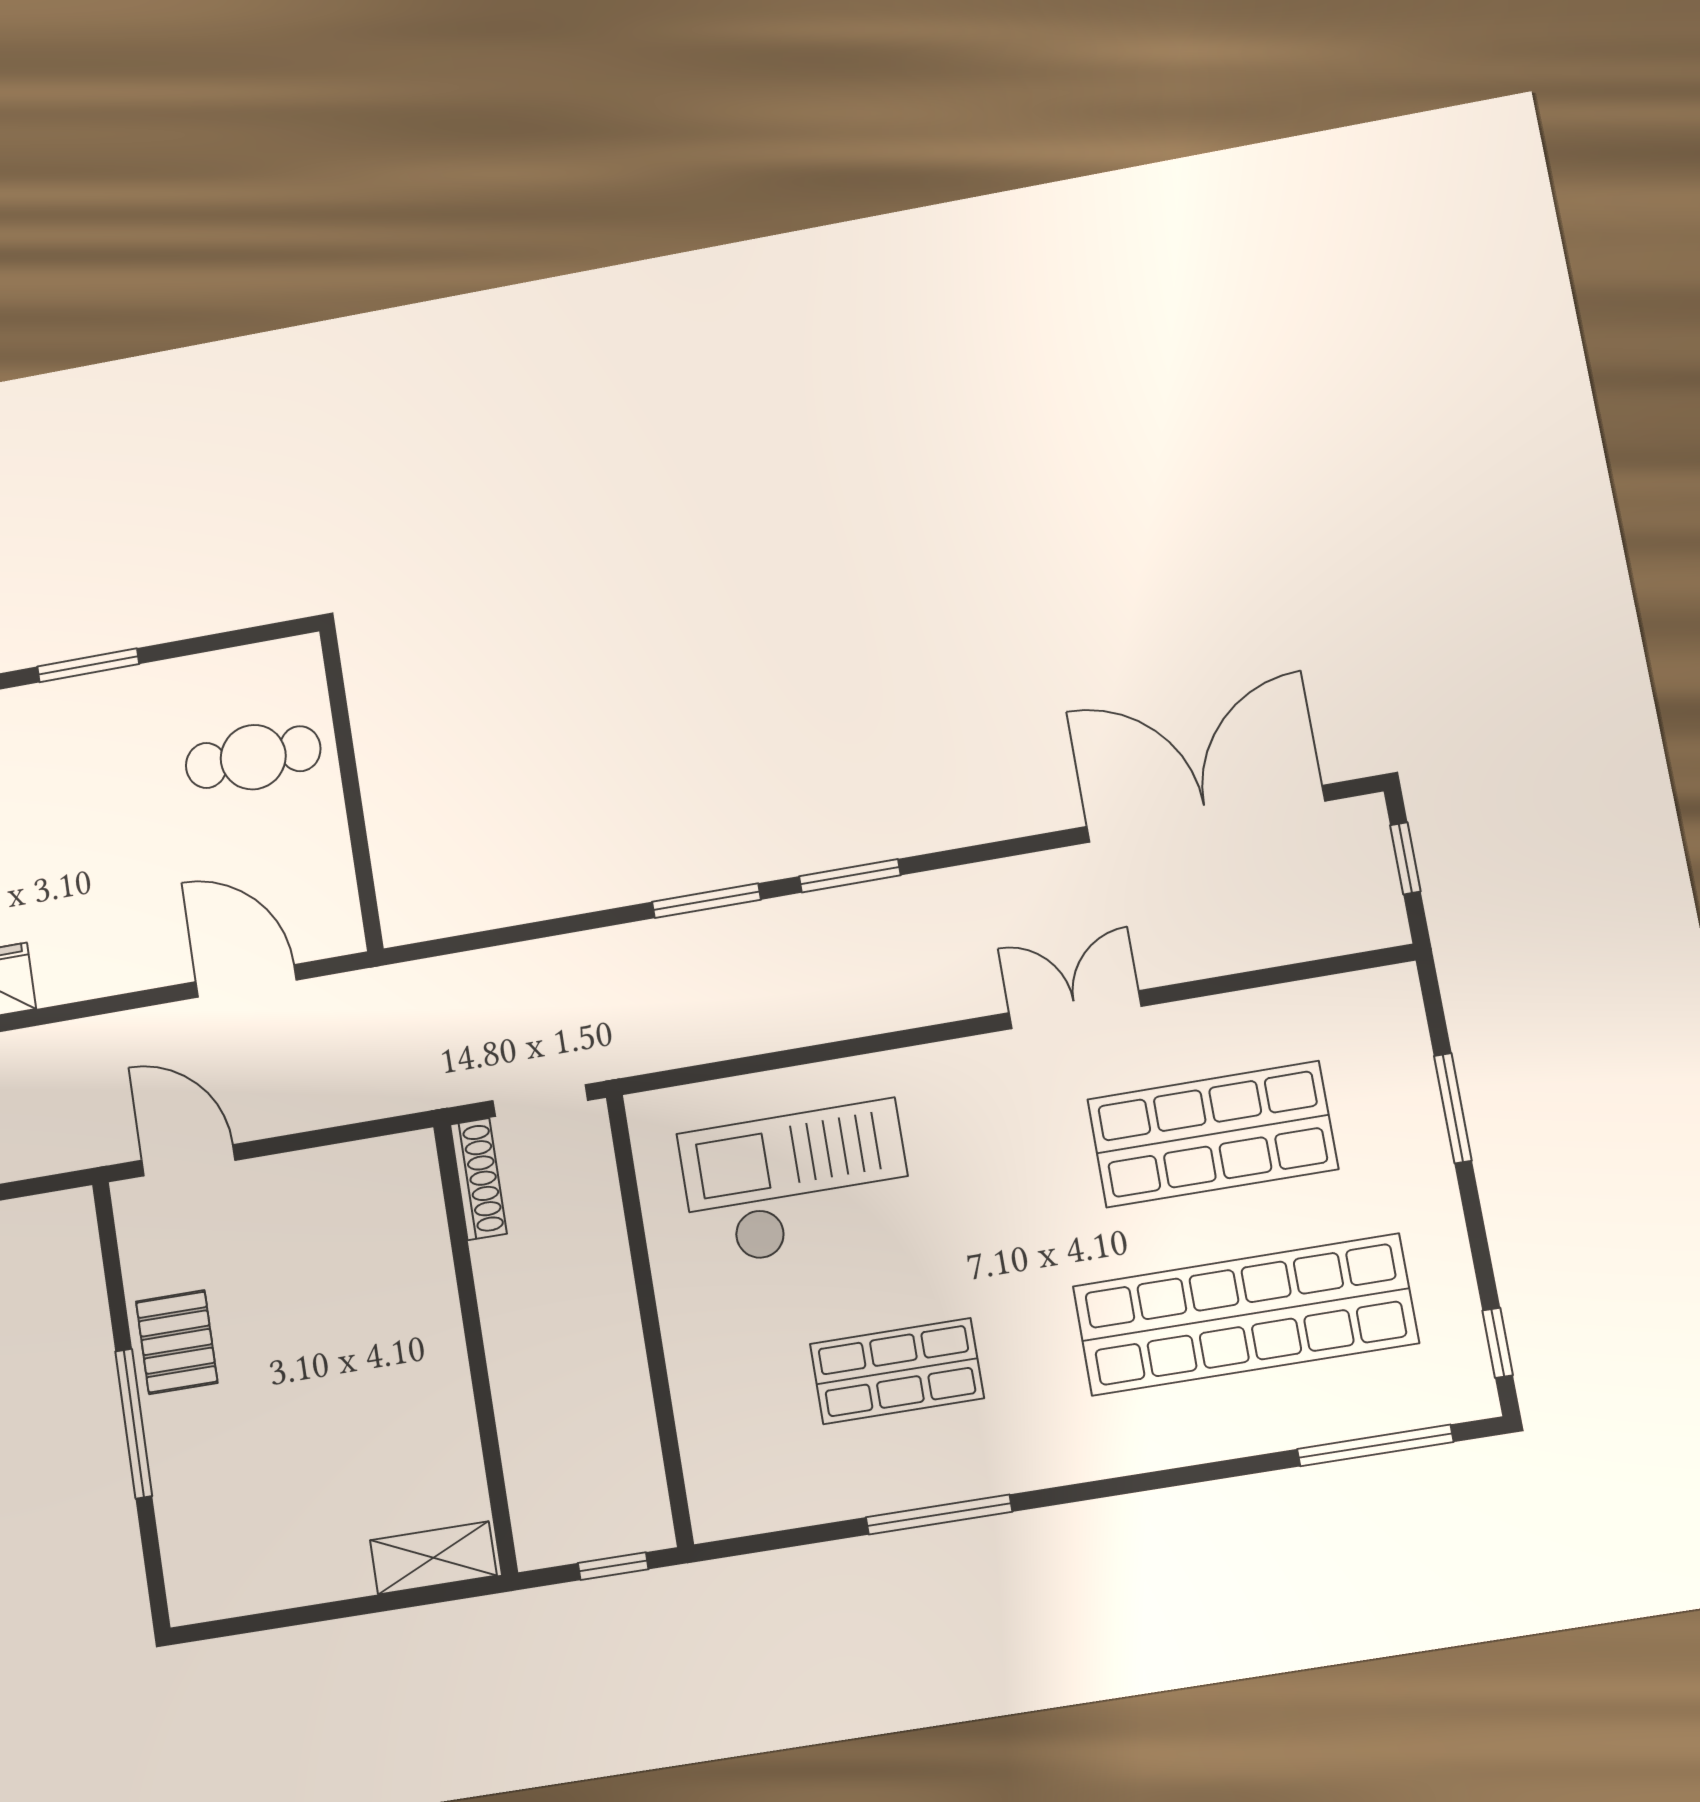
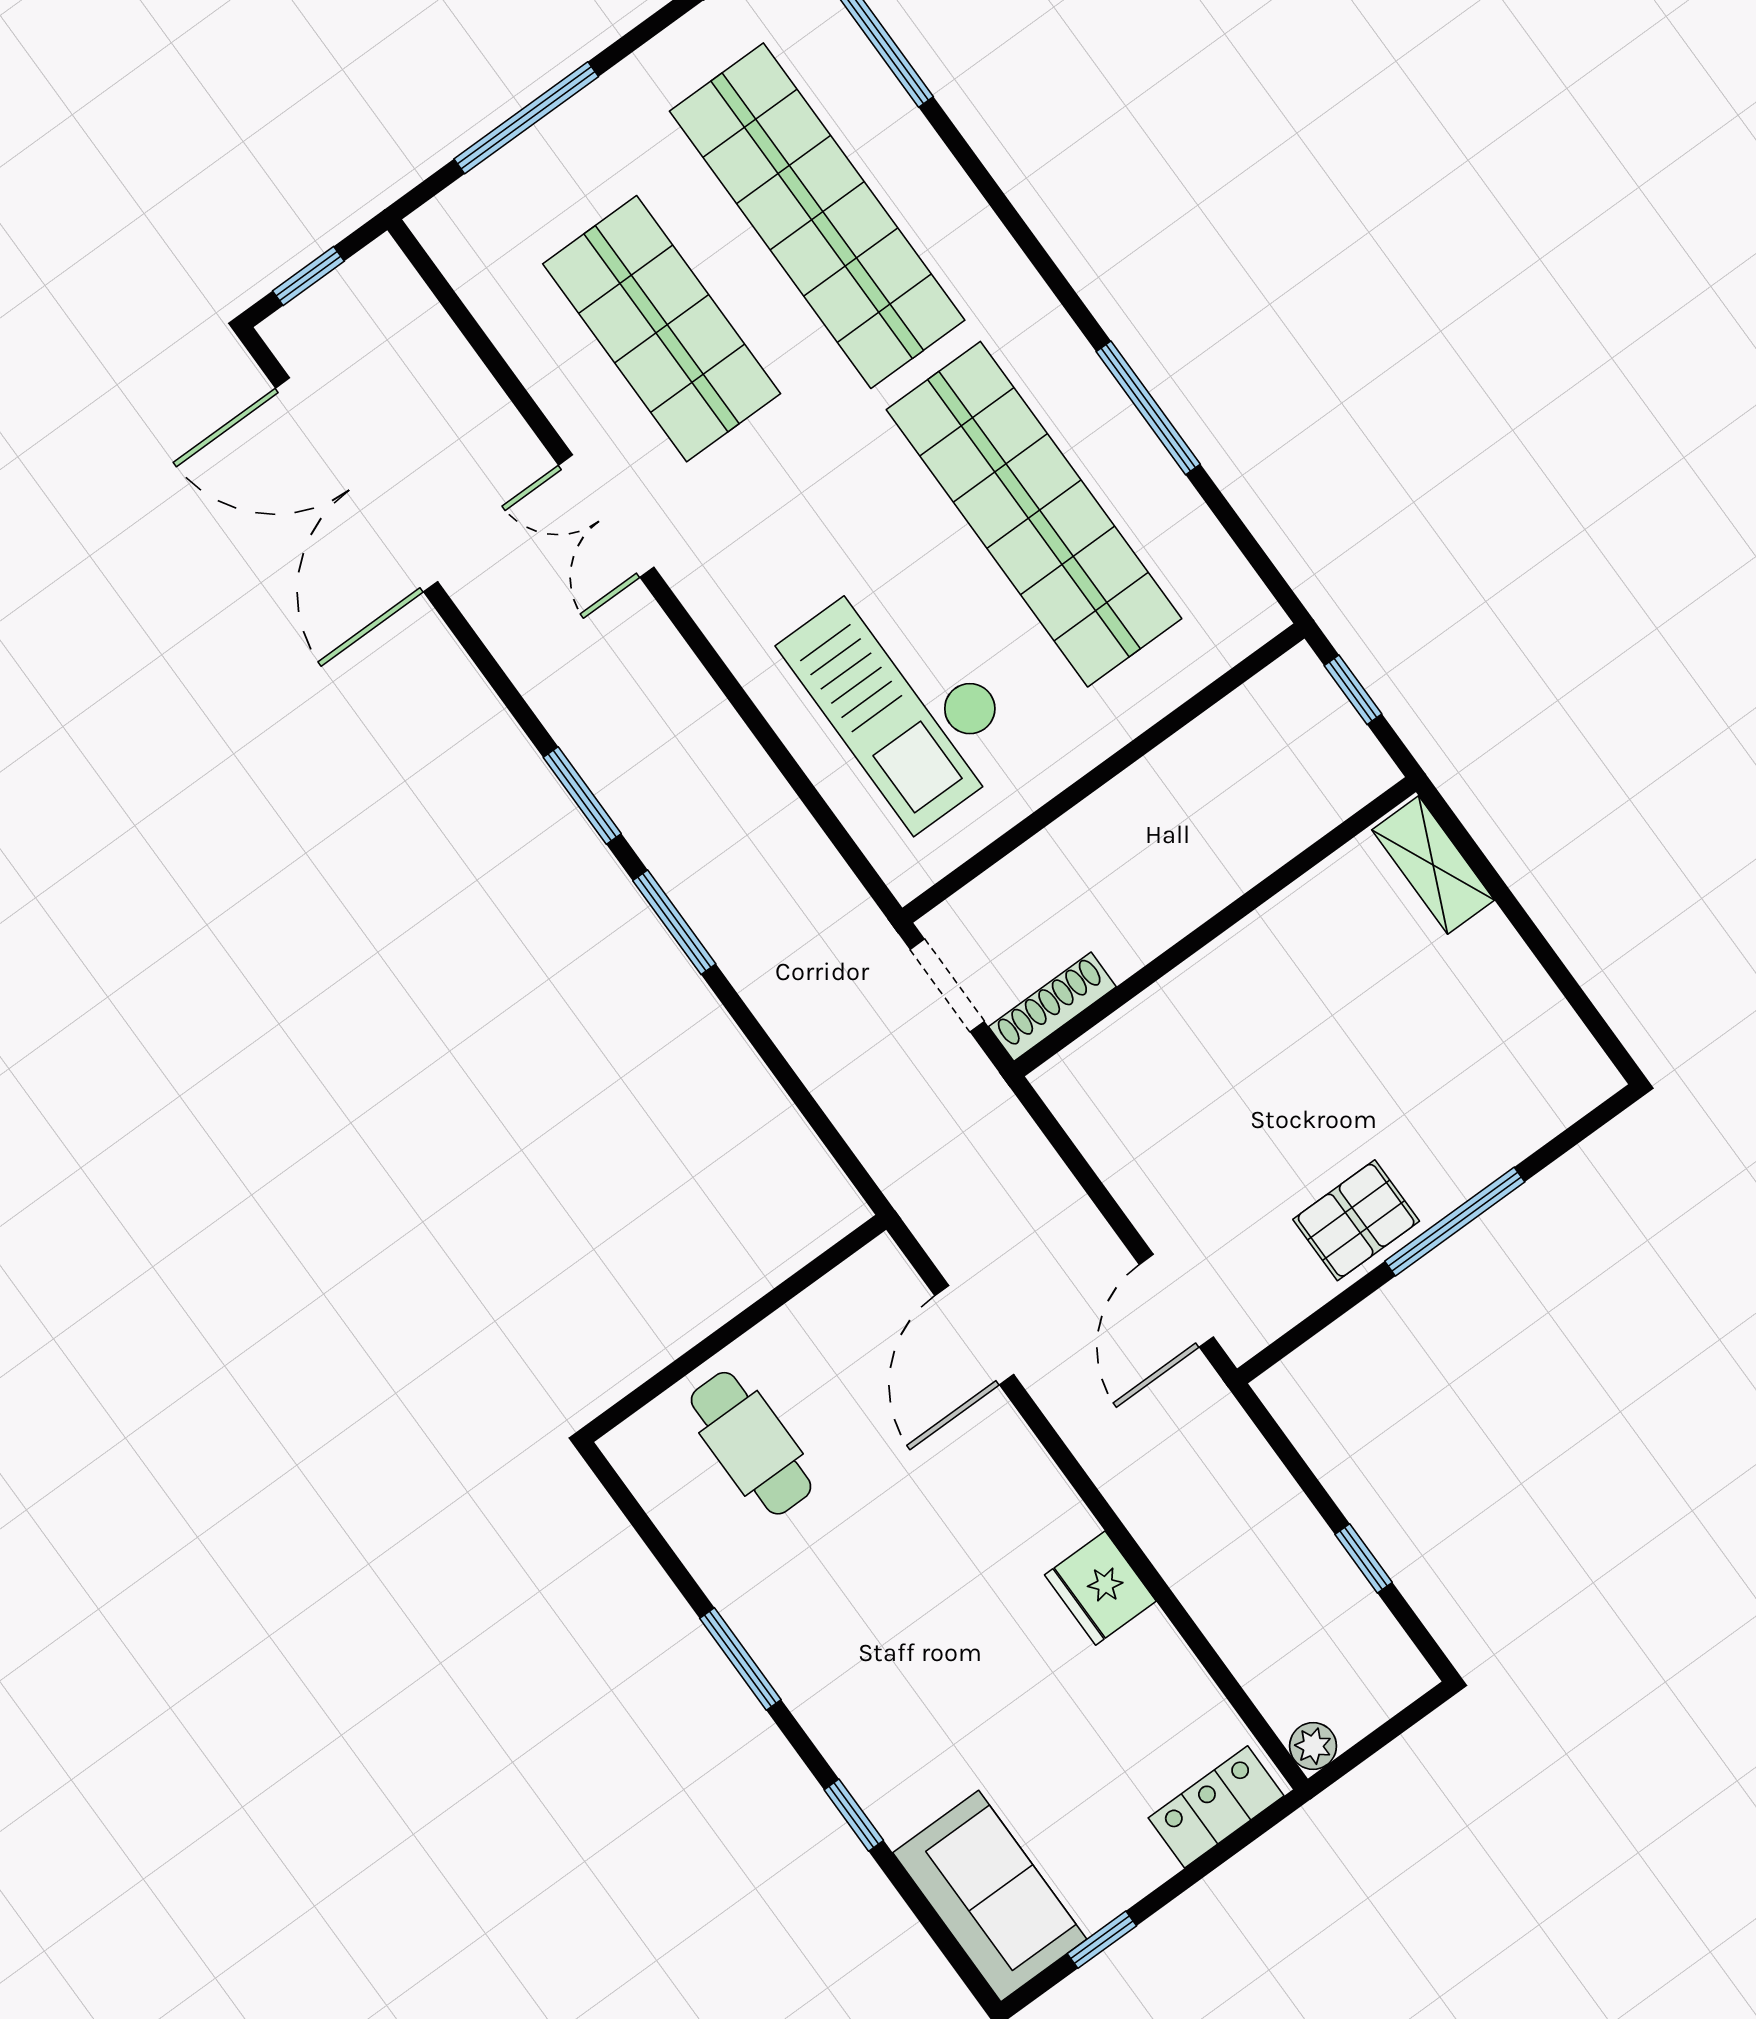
window: (1453, 1108) -> (526, 118), width x1.44
shop shelf: (897, 1371) -> (1034, 514), width x2.00, depth x1.36

